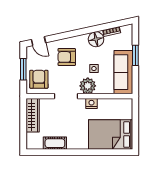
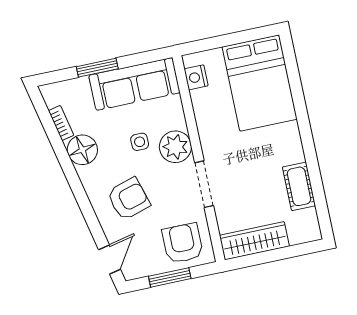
armchair: (67, 57) -> (129, 199), turned -107
armchair: (39, 79) -> (183, 243), turned 90
nightstand: (91, 104) -> (196, 77), moved

